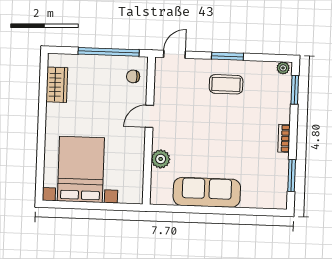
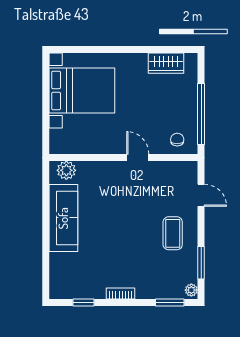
door: (175, 54) -> (201, 195), moved
window: (228, 56) -> (201, 263), moved
plant: (161, 159) -> (66, 170), moved
window: (292, 175) -> (84, 303), width x0.67

